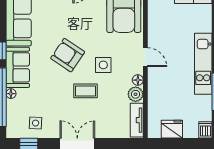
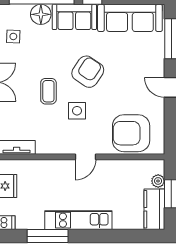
floor lamp: (138, 80) -> (60, 149), removed
floor lamp: (11, 94) -> (41, 14), width x1.89, depth x1.89
plant: (136, 94) -> (45, 146), removed

